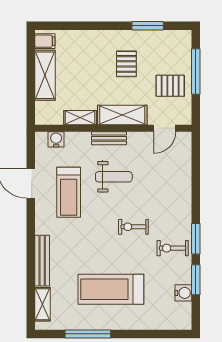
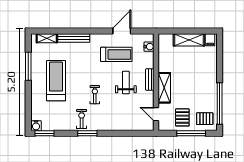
window: (148, 26) -> (220, 103), width x2.11
pallet: (126, 64) -> (205, 119), moved
shelving: (80, 118) -> (163, 62), removed
weight bench: (114, 177) -> (126, 82), turned 180
treadmill: (69, 192) -> (116, 54), turned 180
window: (196, 280) -> (44, 133), moved
water cooler: (183, 293) -> (36, 126), moved

